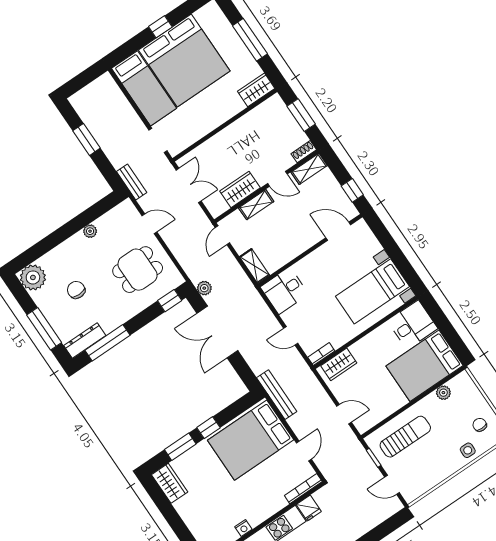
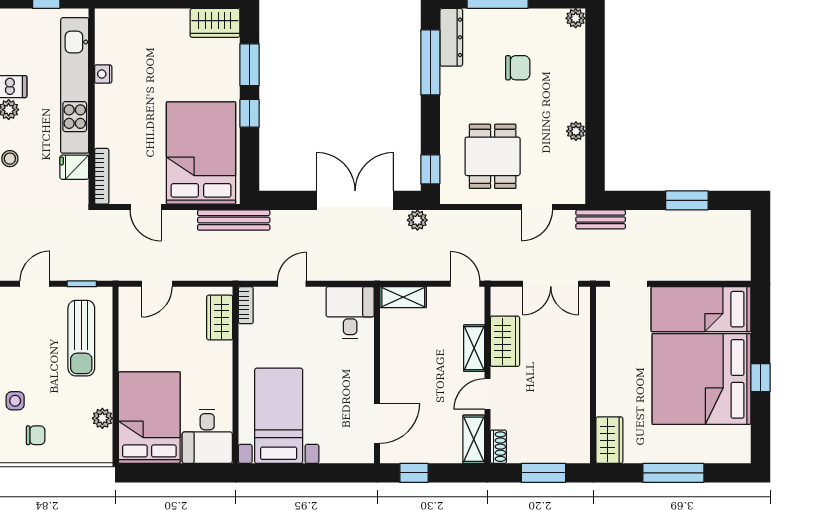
plant: (33, 277) -> (576, 18), width x0.53, depth x0.53

